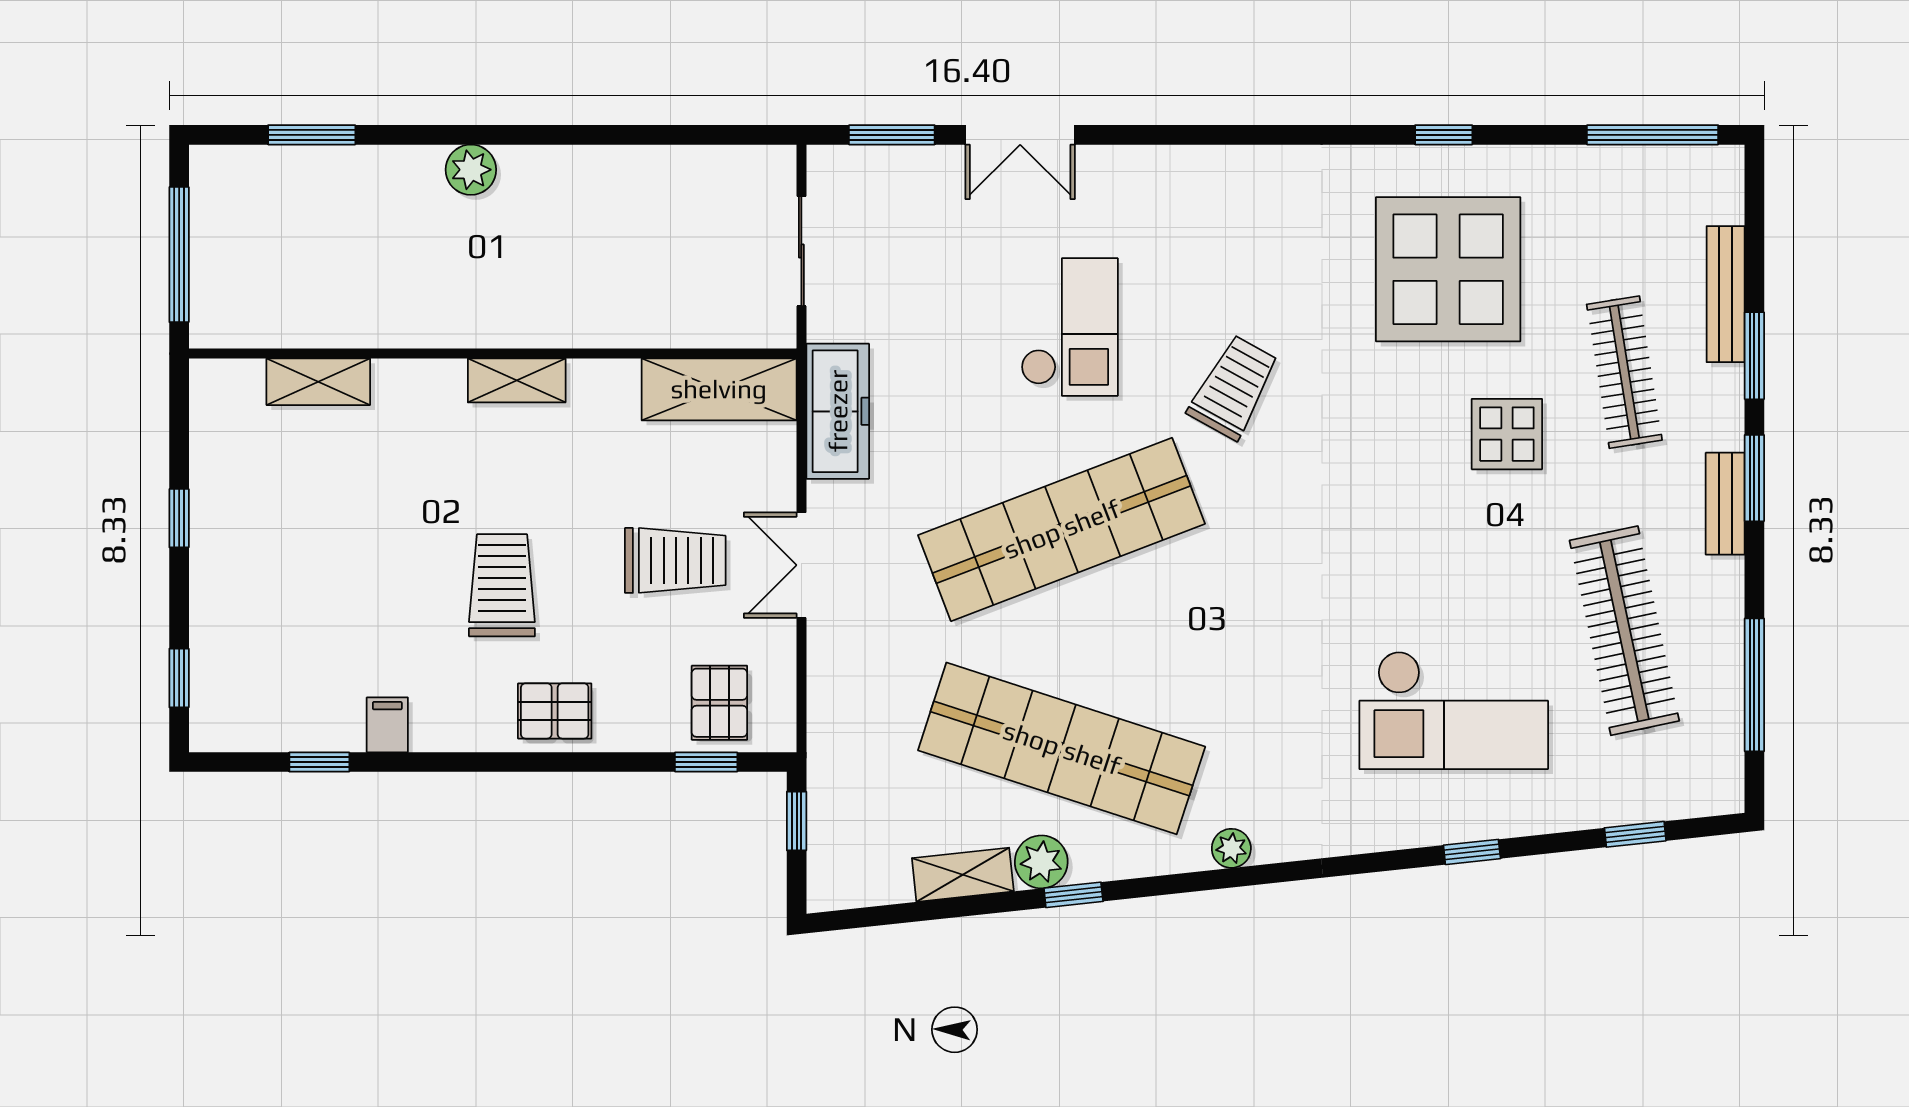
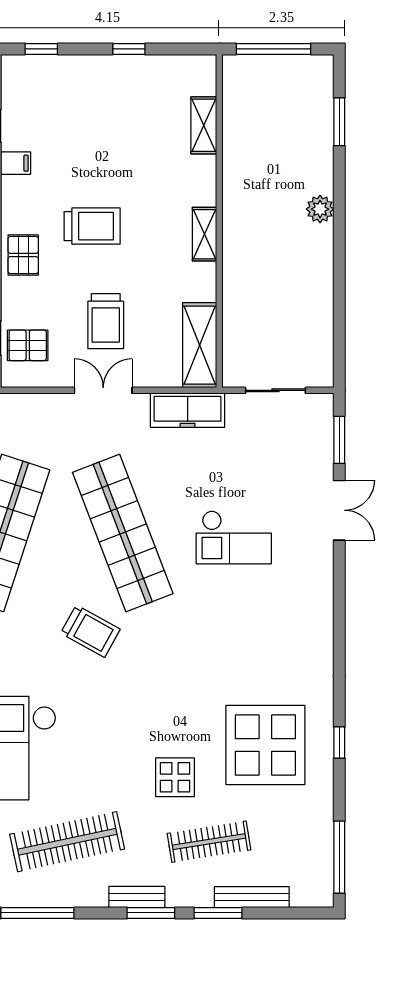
double door: (1020, 135) -> (339, 510), swing flipped
trolley: (1234, 387) -> (90, 631), moved

